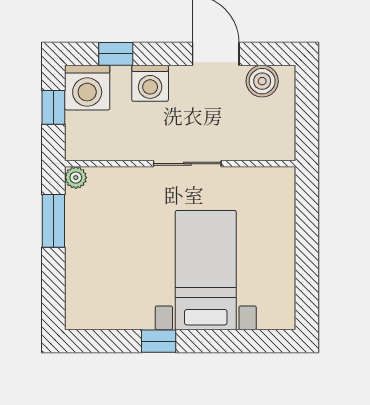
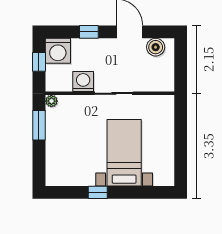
window: (116, 54) -> (89, 32), moved
washing machine: (150, 83) -> (83, 82), moved, turned 180

